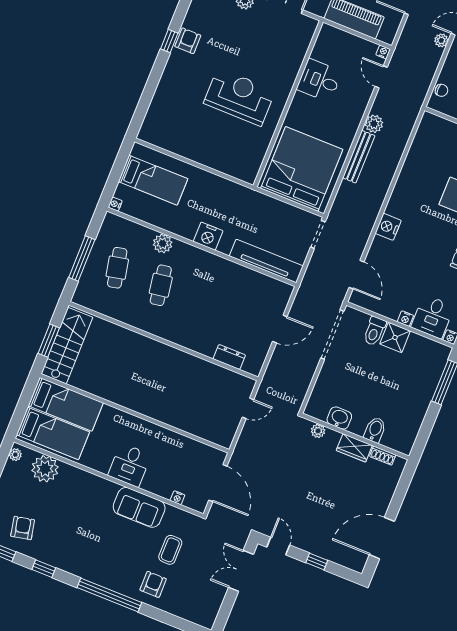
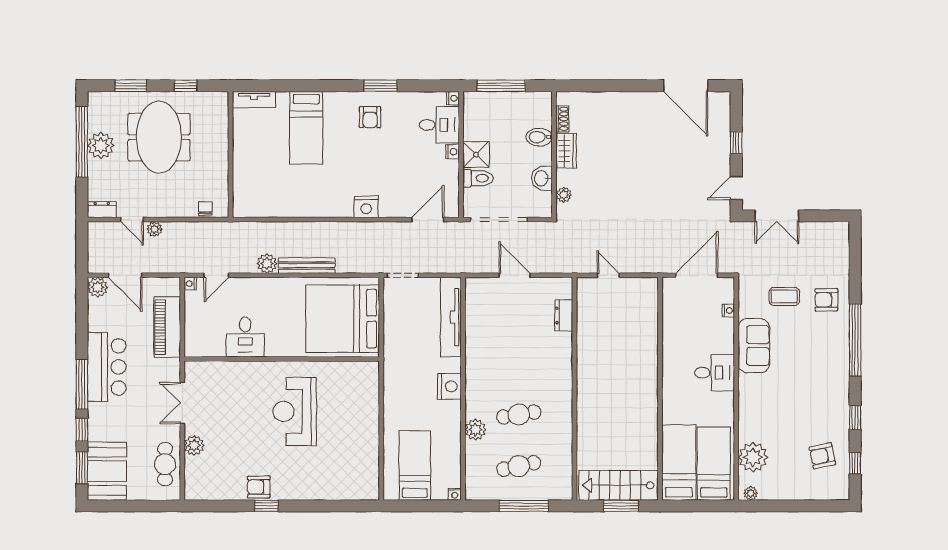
washbasin: (339, 418) -> (542, 178), moved
bidet: (375, 430) -> (539, 137), moved
plant: (318, 431) -> (564, 195), moved
wall: (355, 436) -> (554, 155), moved
wardrobe: (354, 448) -> (566, 151), moved
shoe rack: (383, 456) -> (562, 119), moved

